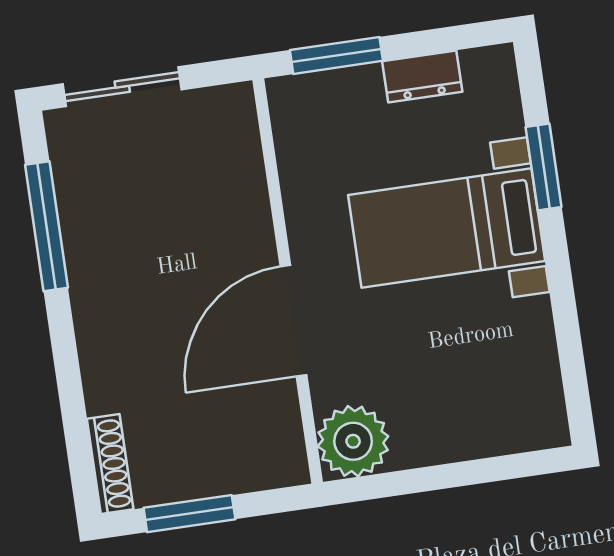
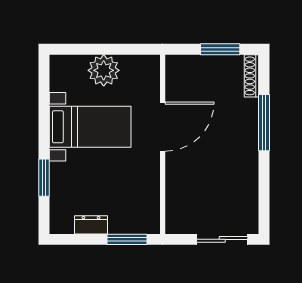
window: (47, 226) -> (264, 123), moved
bed with nightstands: (447, 228) -> (90, 127), moved
plant: (353, 441) -> (104, 70), moved

